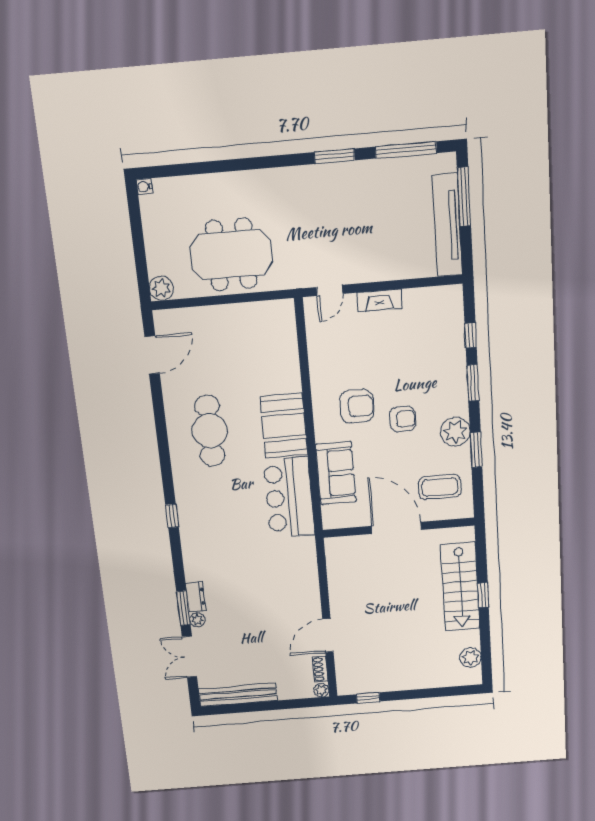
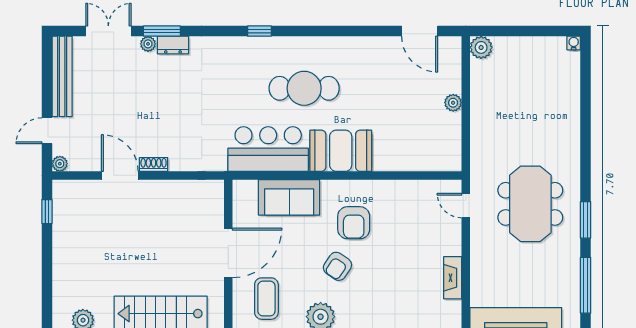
meeting table: (231, 254) -> (530, 204), moved
fireplace: (379, 300) -> (453, 278), moved
plant: (223, 313) -> (453, 103), added
armchair: (403, 419) -> (337, 266), turned 34
cafe table: (210, 431) -> (304, 88), moved
shoe rack: (320, 669) -> (154, 164), moved
door: (291, 704) -> (47, 131), added

